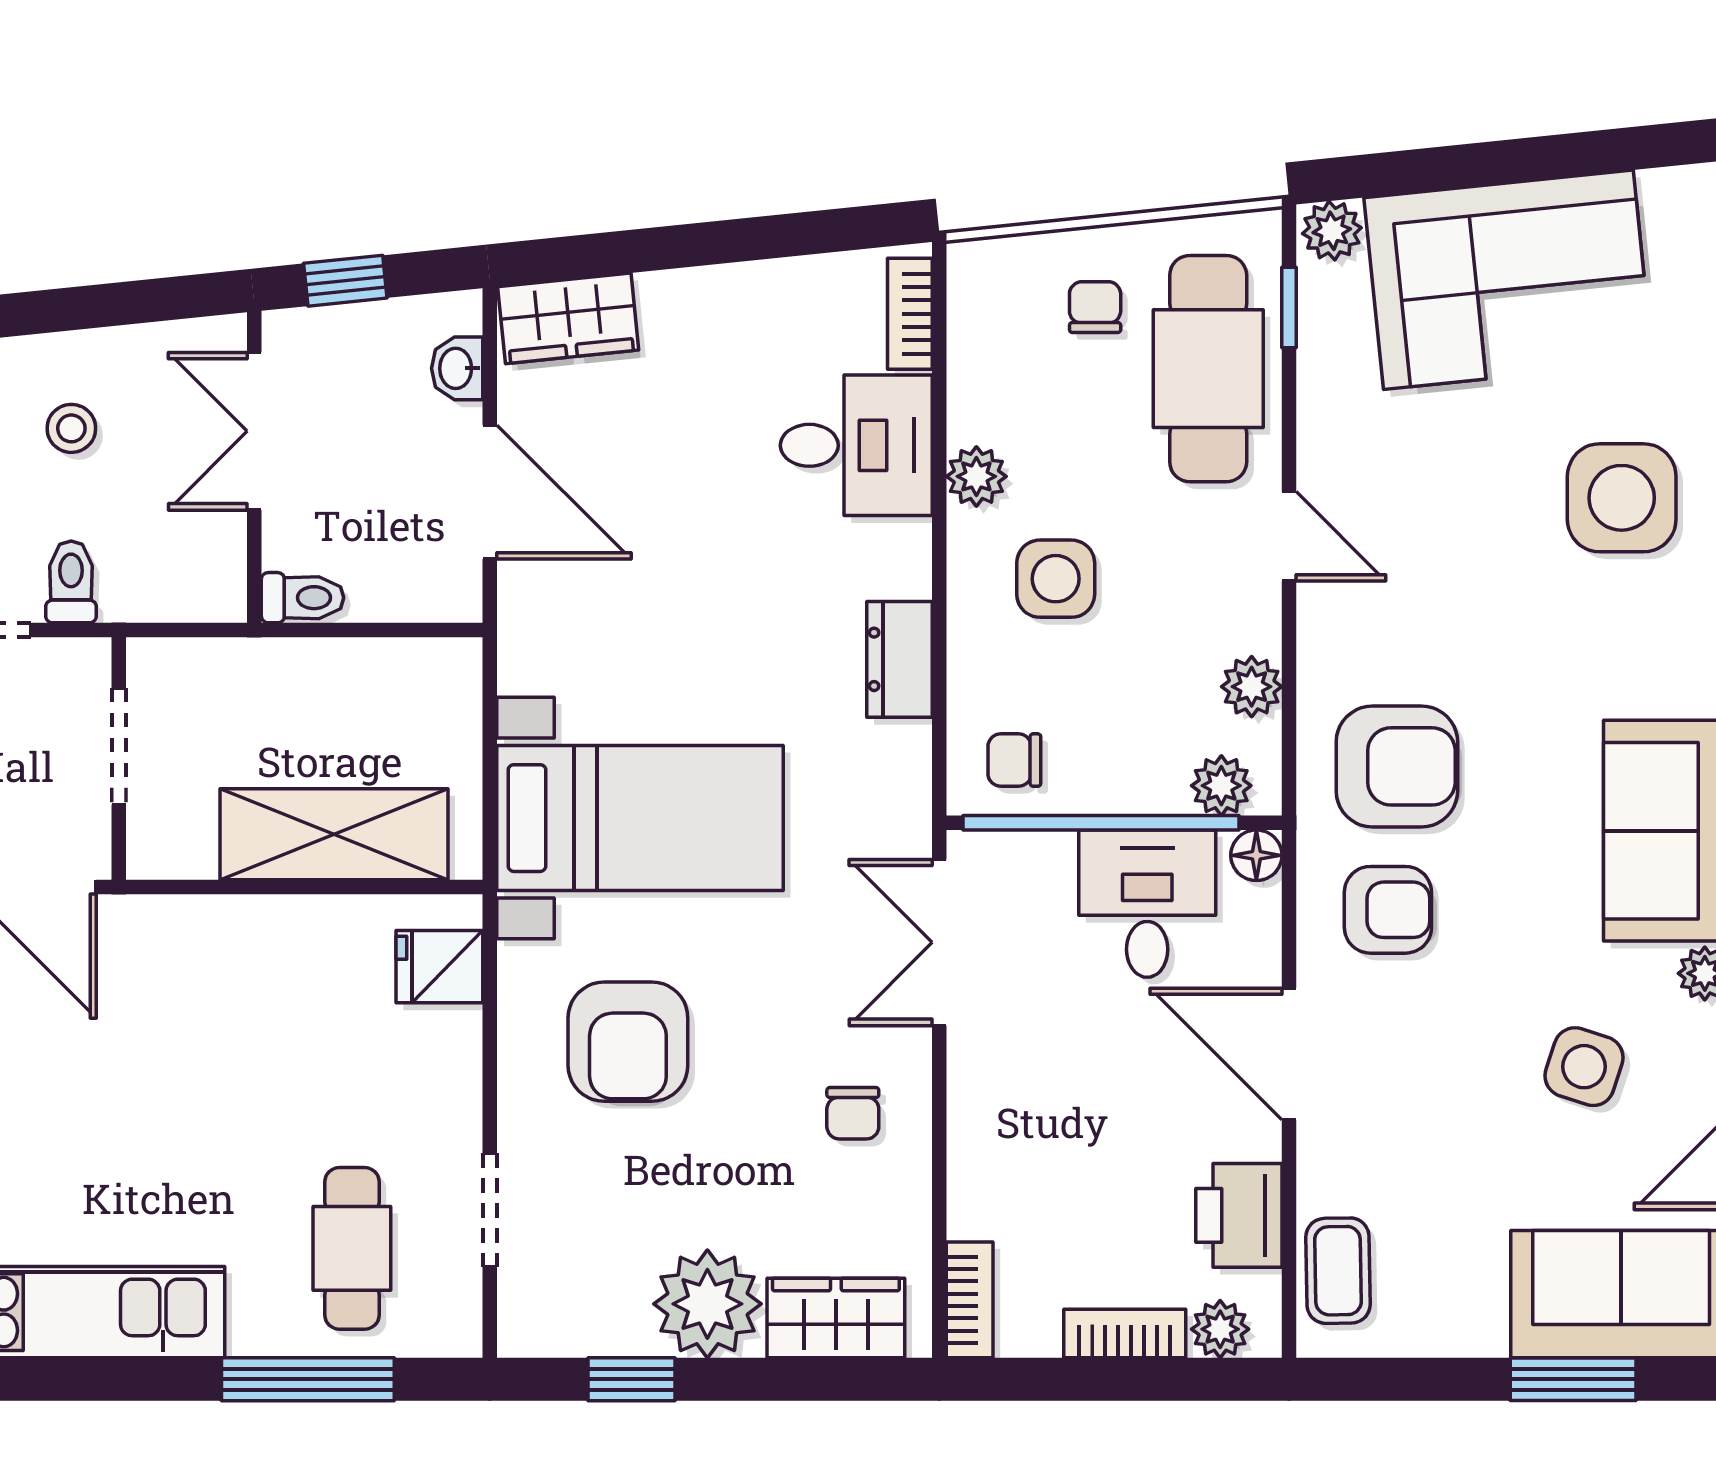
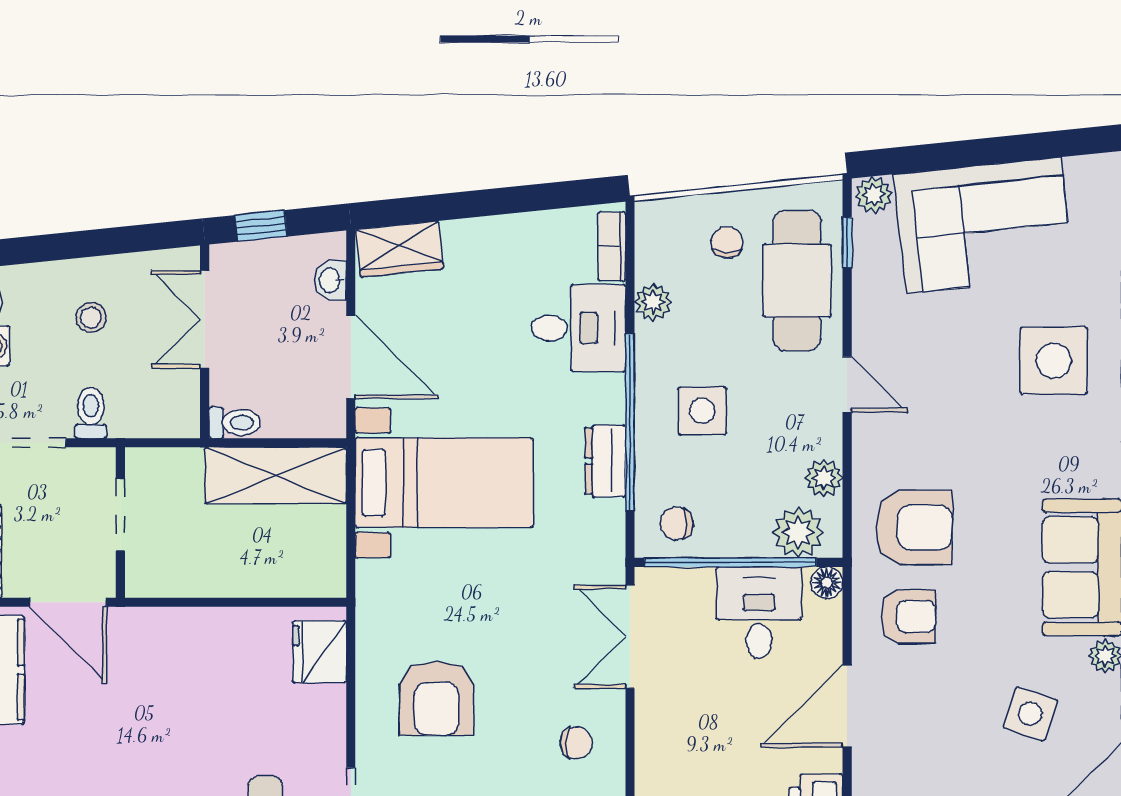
plant: (976, 476) -> (653, 302), moved
window: (939, 598) -> (630, 423), added
plant: (1221, 786) -> (798, 532), width x1.38, depth x1.38
bed with nightstands: (640, 818) -> (444, 483), moved
shelving: (334, 834) -> (276, 475), moved
fridge: (439, 967) -> (320, 652), width x1.38
door: (1289, 1054) -> (847, 706), hinge flipped
chair: (853, 1113) -> (576, 743), turned -90

